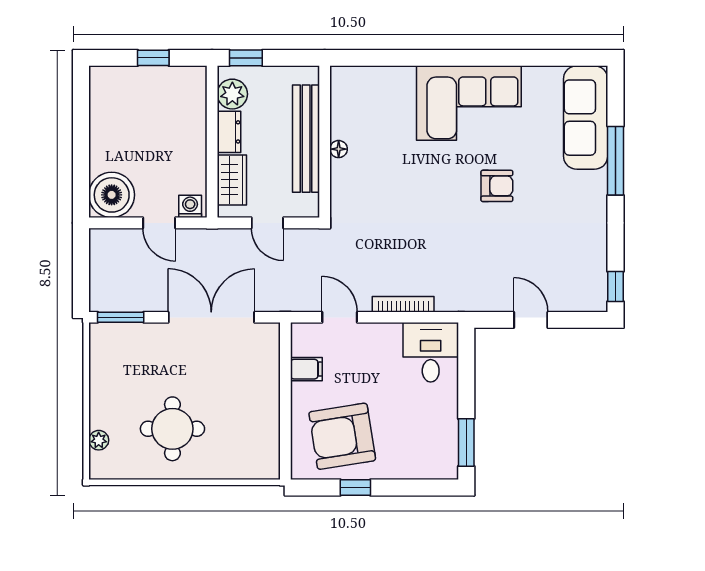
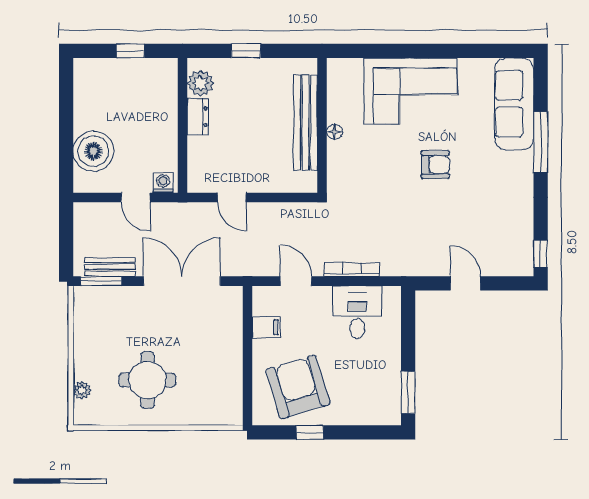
window: (246, 58) -> (246, 51), moved
bench: (306, 139) -> (305, 123), moved
wall: (325, 142) -> (322, 125), moved
floor lamp: (339, 149) -> (334, 132), moved
wardrobe: (232, 180) -> (200, 159), removed
boiler: (112, 195) -> (93, 151), moved
bench: (130, 301) -> (110, 267), added
desk: (431, 352) -> (357, 312), moved
armchair: (342, 436) -> (298, 387), turned 82

